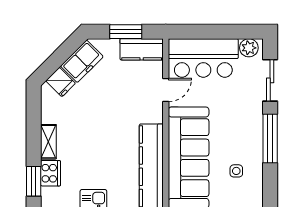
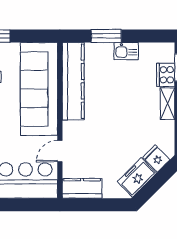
window: (126, 32) -> (97, 205), removed

